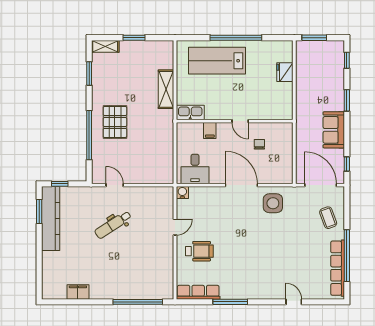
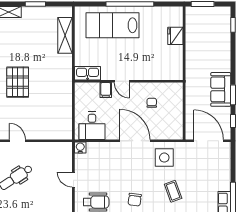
shelving: (166, 89) -> (65, 35), moved
window: (347, 100) -> (233, 95), moved
door: (240, 121) -> (122, 81), moved
coffee table: (328, 218) -> (173, 191), moved
door: (175, 227) -> (73, 180), swing flipped
chair: (241, 249) -> (135, 200), added

